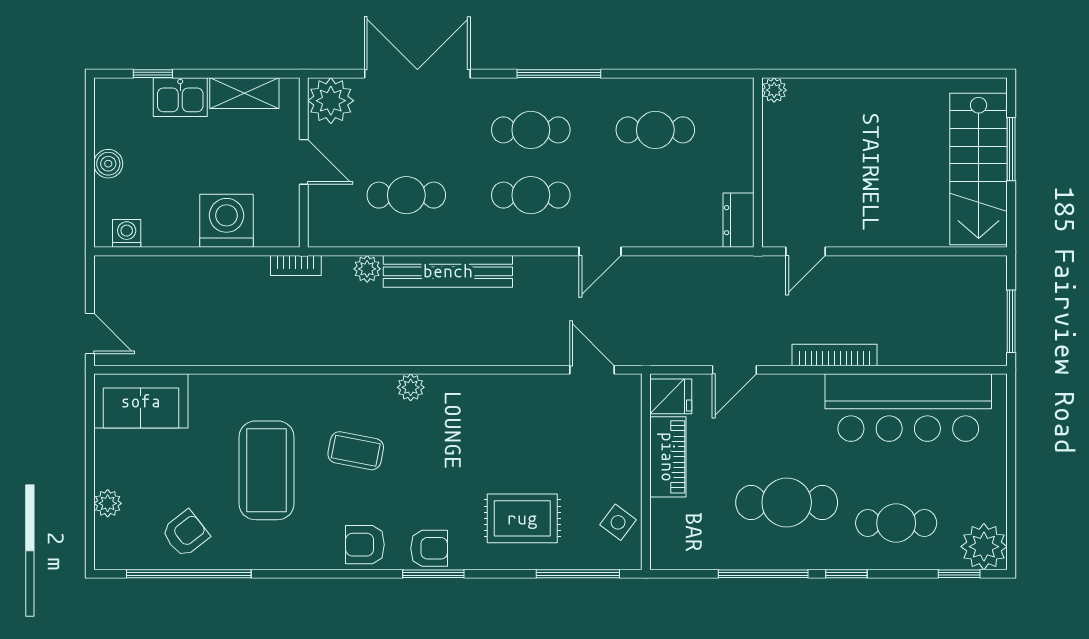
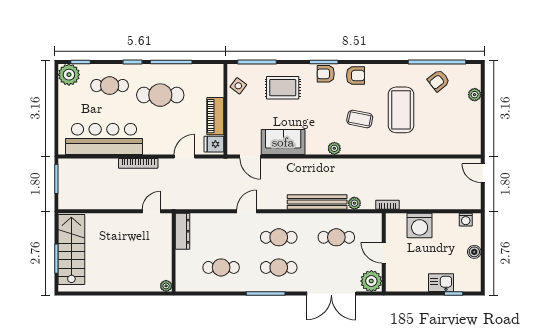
shelving: (244, 93) -> (411, 284), removed
dresser: (739, 220) -> (183, 231), width x1.44
sofa: (141, 401) -> (283, 142), moved

